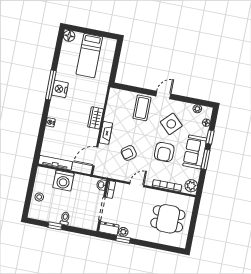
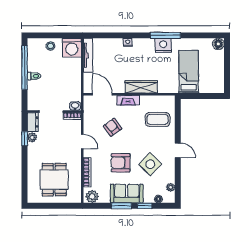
bed: (89, 56) -> (189, 72), moved, turned 90
coffee table: (142, 108) -> (158, 119), moved
wardrobe: (96, 118) -> (141, 87), width x1.50
washing machine: (63, 181) -> (72, 48), moved, turned -90
window: (55, 226) -> (25, 68), width x3.17

